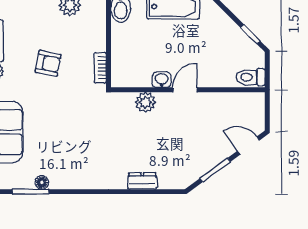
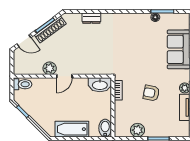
washbasin: (162, 80) -> (100, 85), moved, width x1.91, depth x1.45
plant: (145, 102) -> (50, 68), moved
shoe rack: (207, 163) -> (50, 29), added

